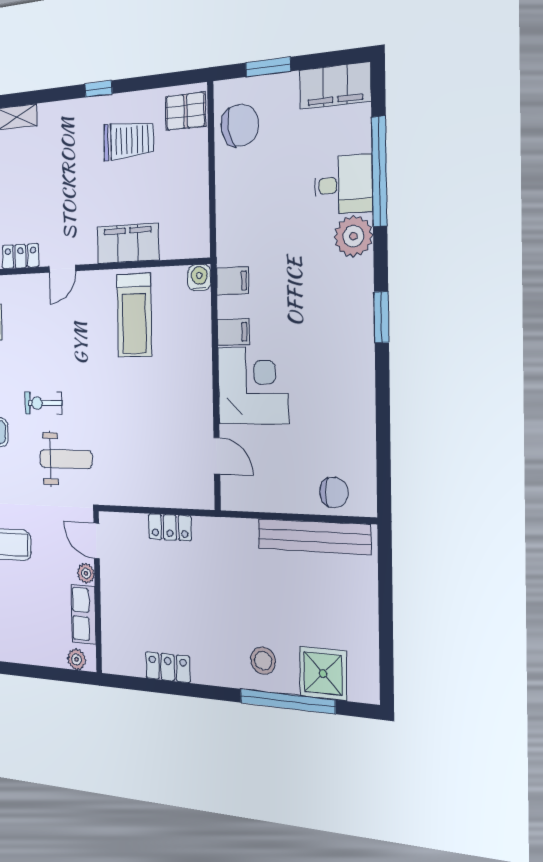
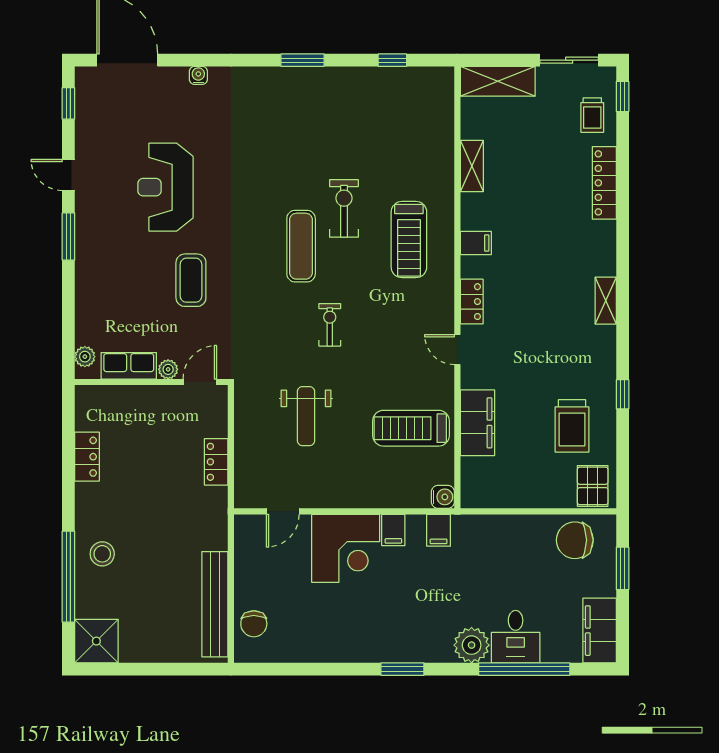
chair: (240, 125) -> (575, 540), turned 101
weight bench: (66, 459) -> (306, 416), moved
shower: (323, 673) -> (96, 641), moved

